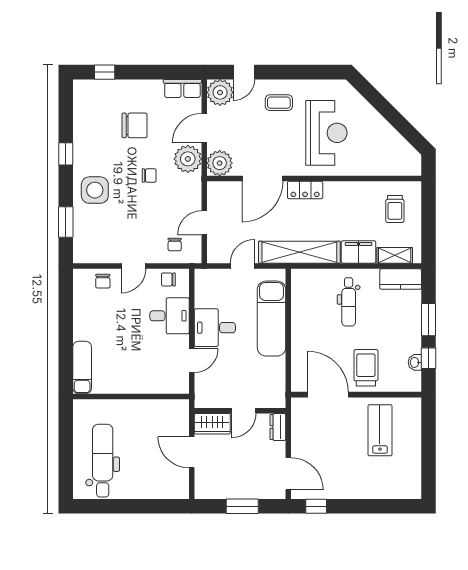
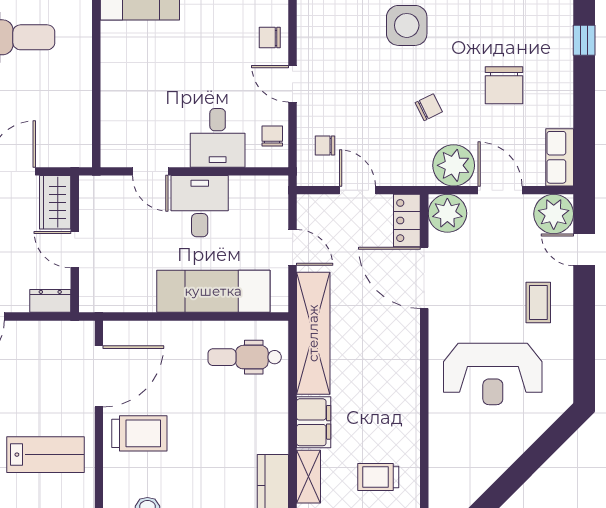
chair: (149, 175) -> (429, 107), turned -116
locker: (305, 190) -> (407, 221), moved
dental chair: (349, 302) -> (245, 357), moved

